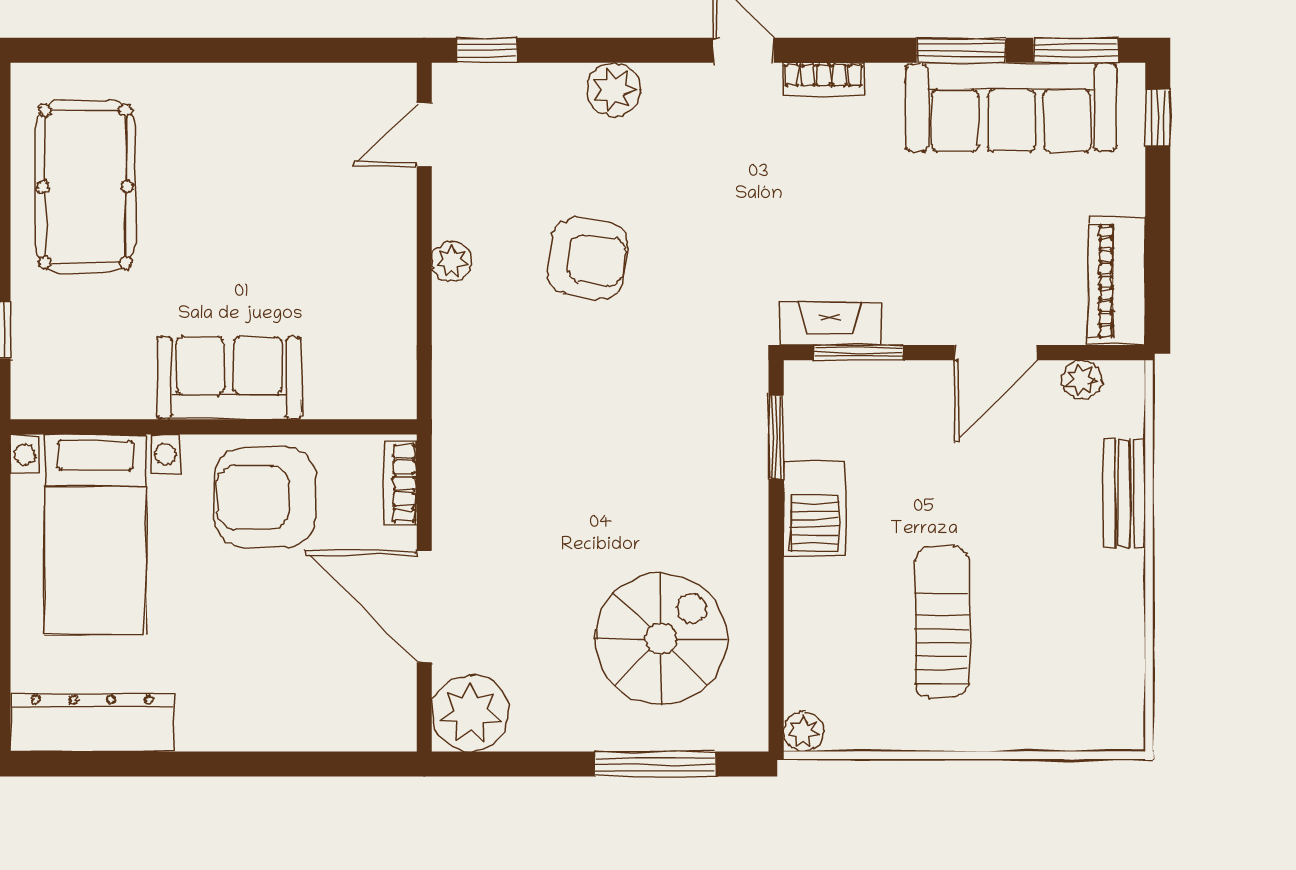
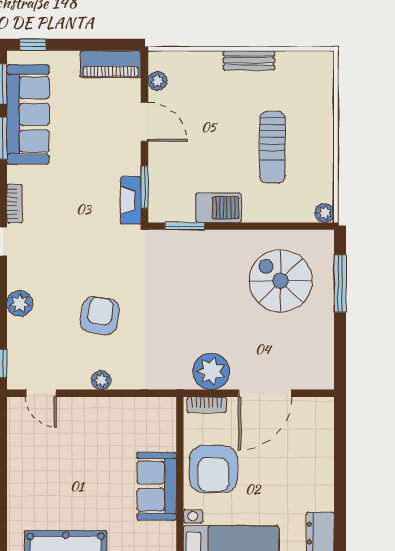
bench: (1125, 493) -> (249, 60), moved
sun lounger: (942, 622) -> (272, 147), turned -90
plant: (470, 713) -> (211, 371), moved

